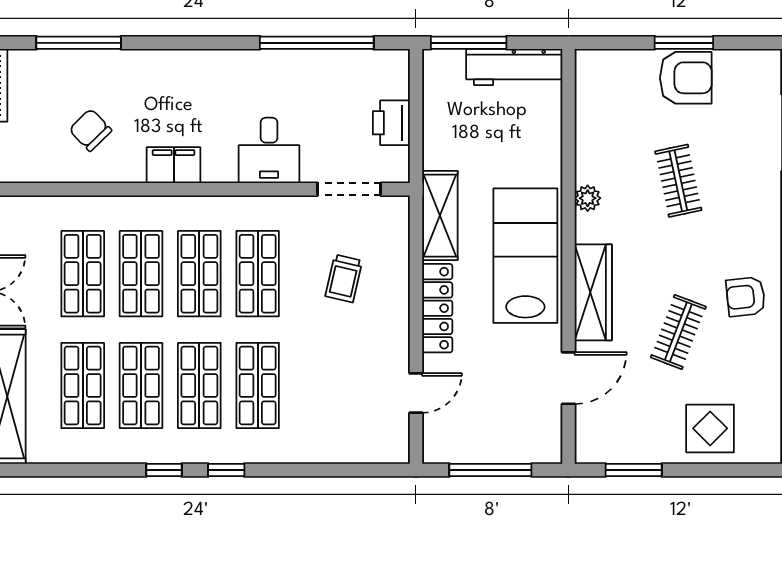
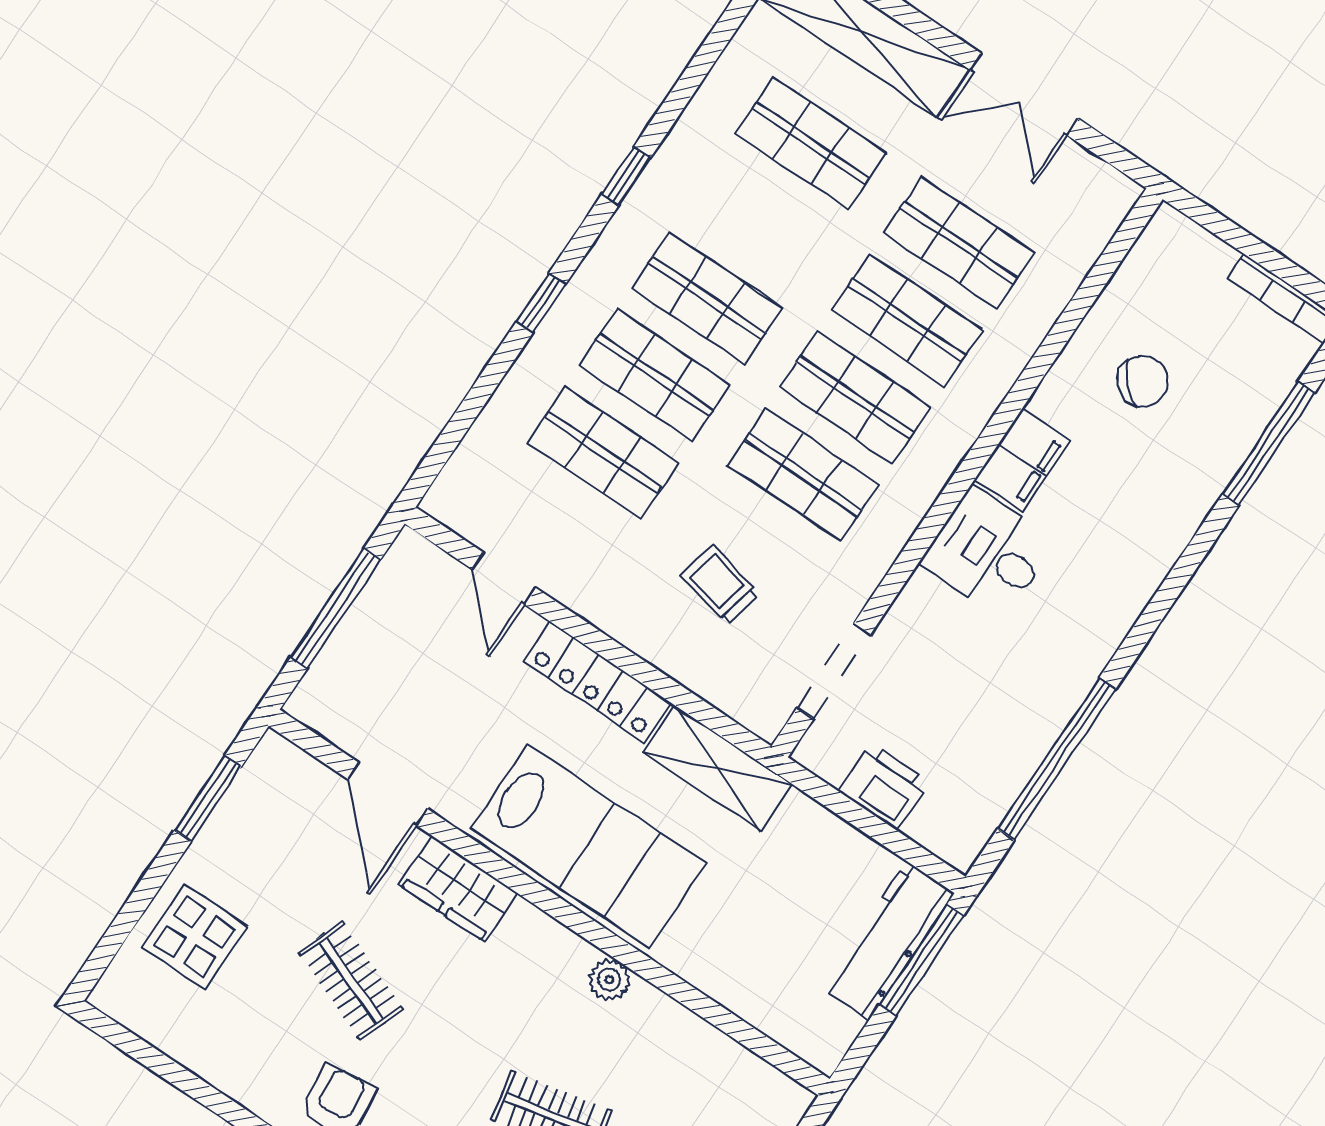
workbench: (514, 67) -> (888, 941), moved
desk: (269, 150) -> (988, 552), moved
wardrobe: (593, 292) -> (458, 889), width x0.67
shop shelf: (141, 386) -> (603, 453), moved
window: (226, 470) -> (541, 303), moved

